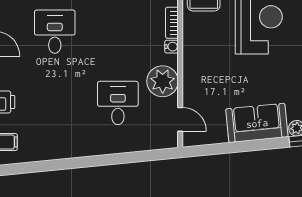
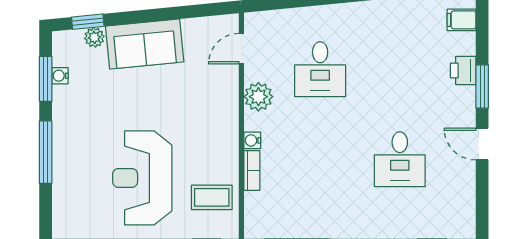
plant: (163, 81) -> (258, 97), width x0.73, depth x0.73
door: (180, 119) -> (241, 49), hinge flipped

